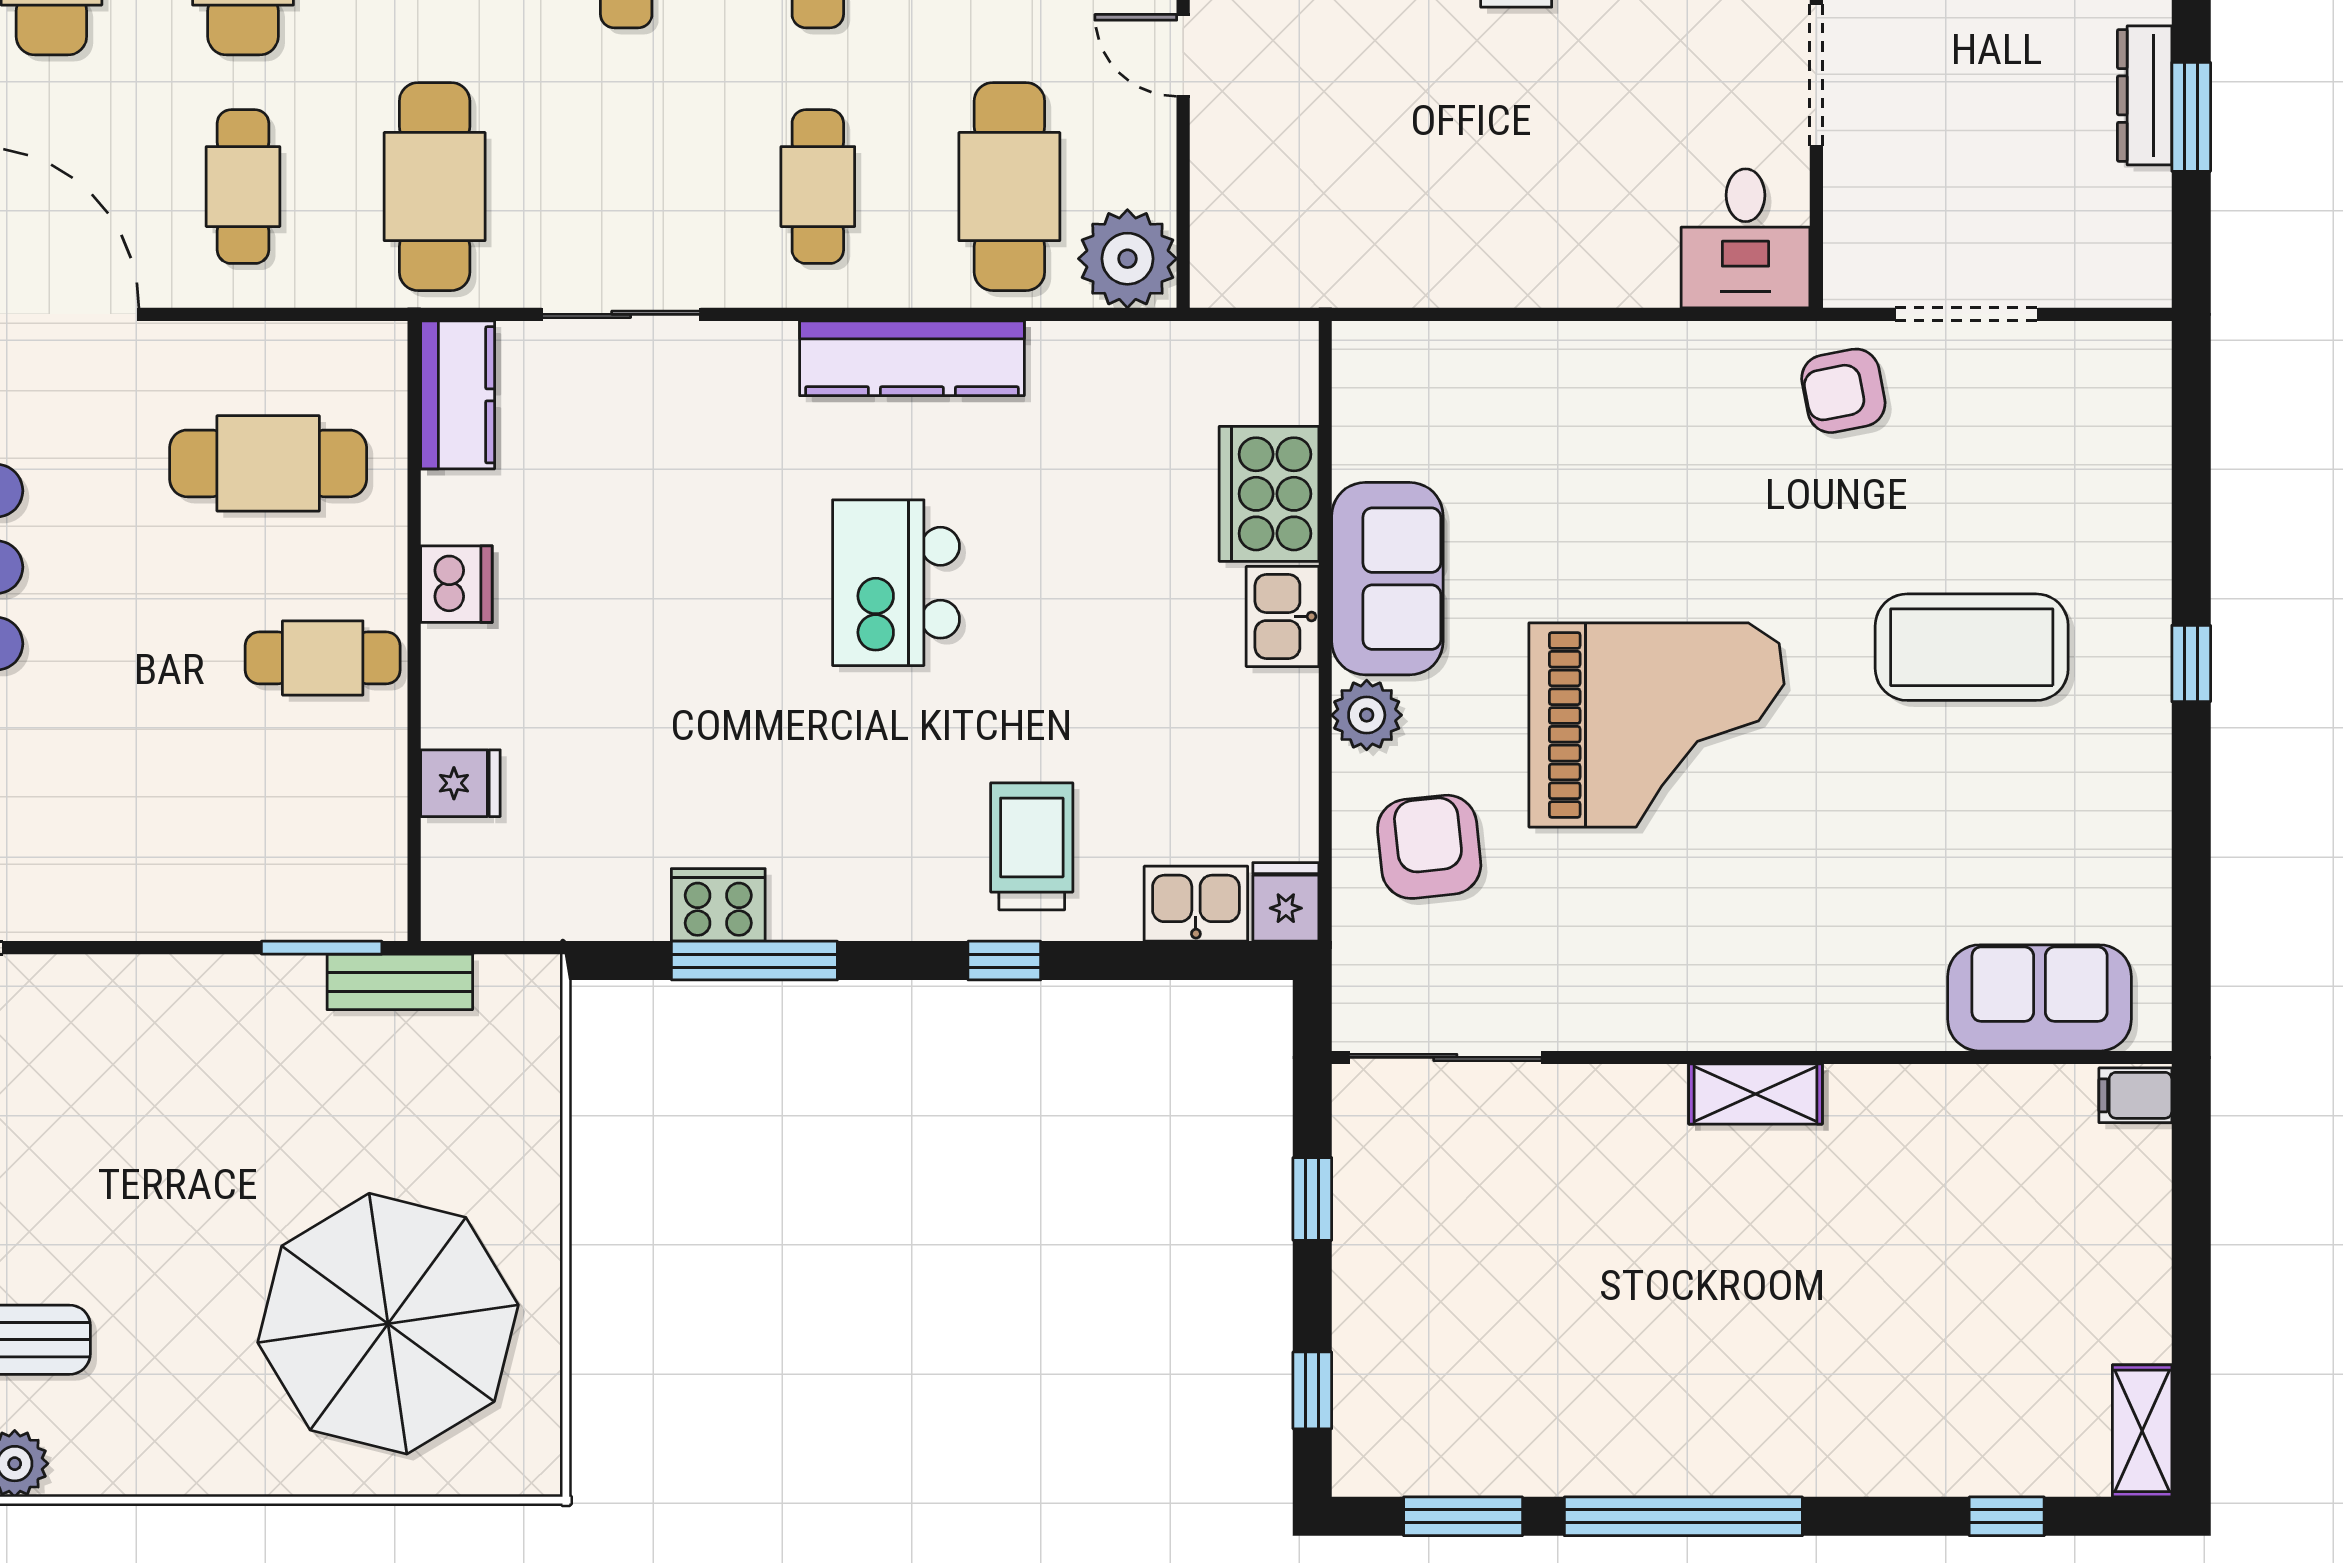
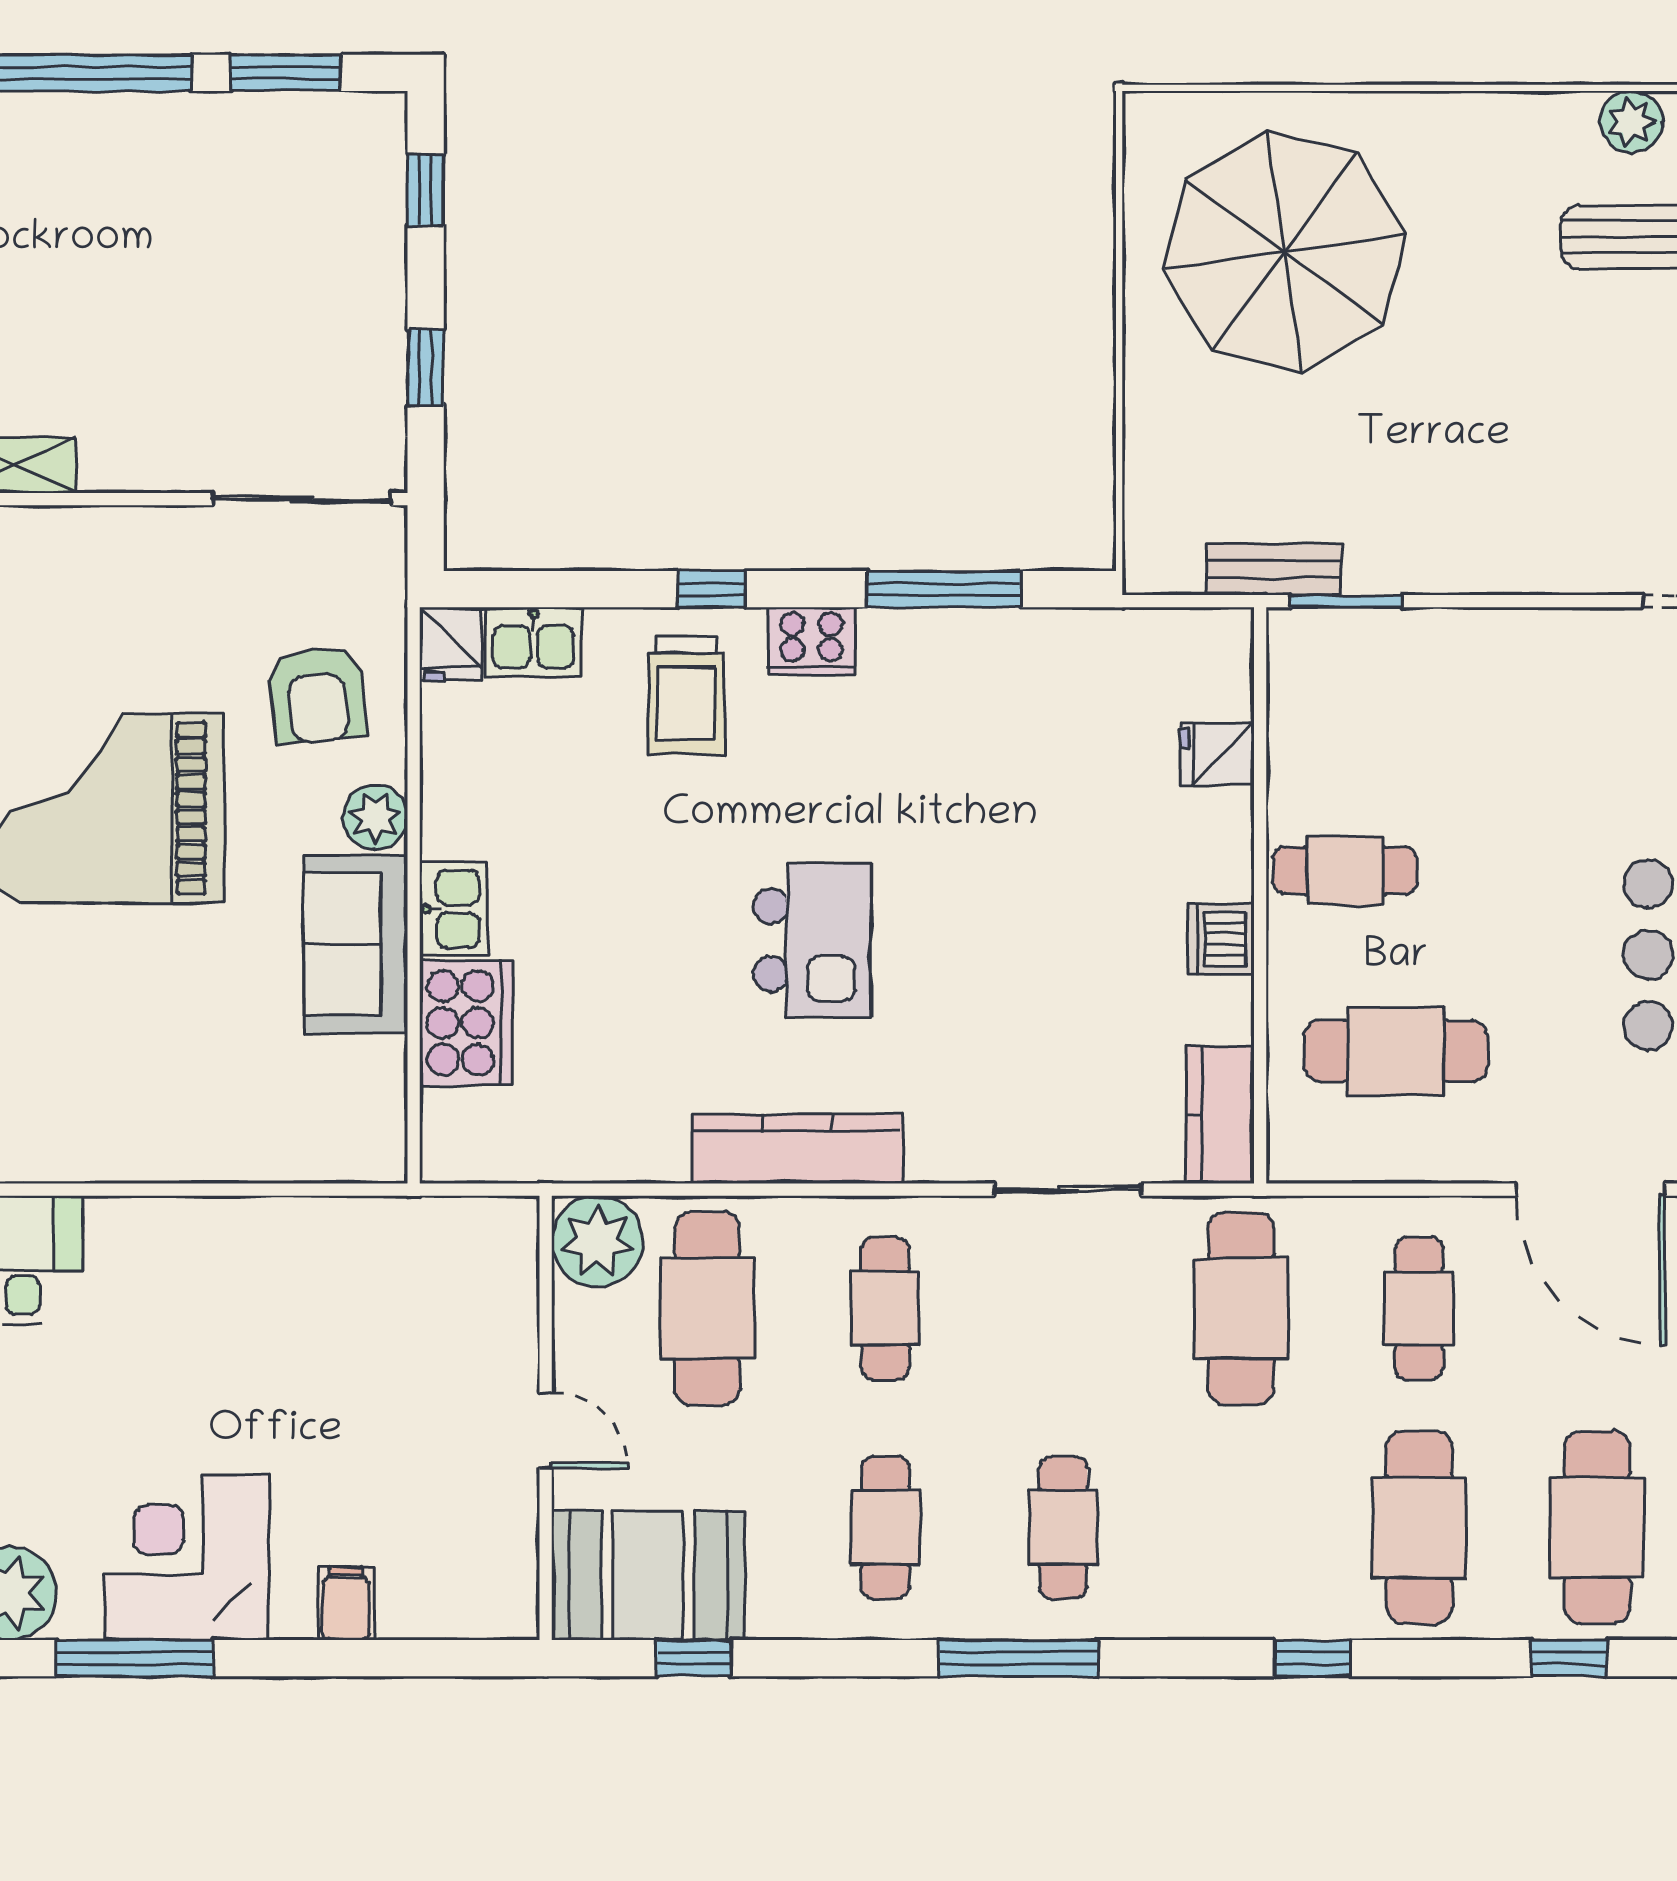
cooker: (718, 905) -> (811, 641), moved

